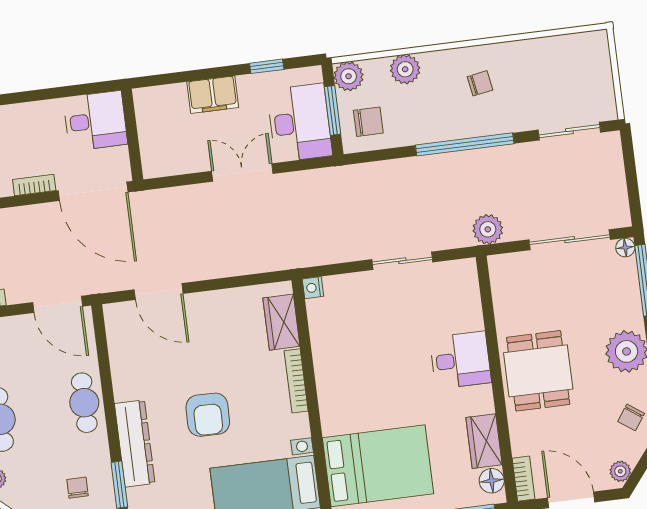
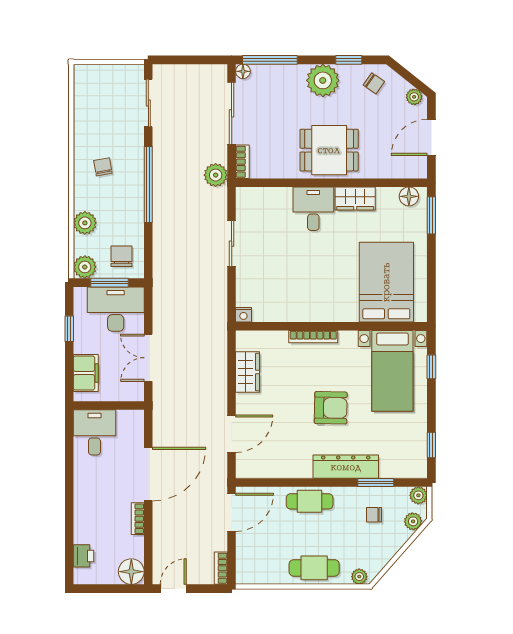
desk: (95, 121) -> (94, 432), moved
wall: (132, 135) -> (109, 405), moved
wardrobe: (281, 322) -> (248, 372), moved, turned -90
wardrobe: (484, 441) -> (355, 198), moved
bookcase: (523, 479) -> (242, 162), moved, turned 90

